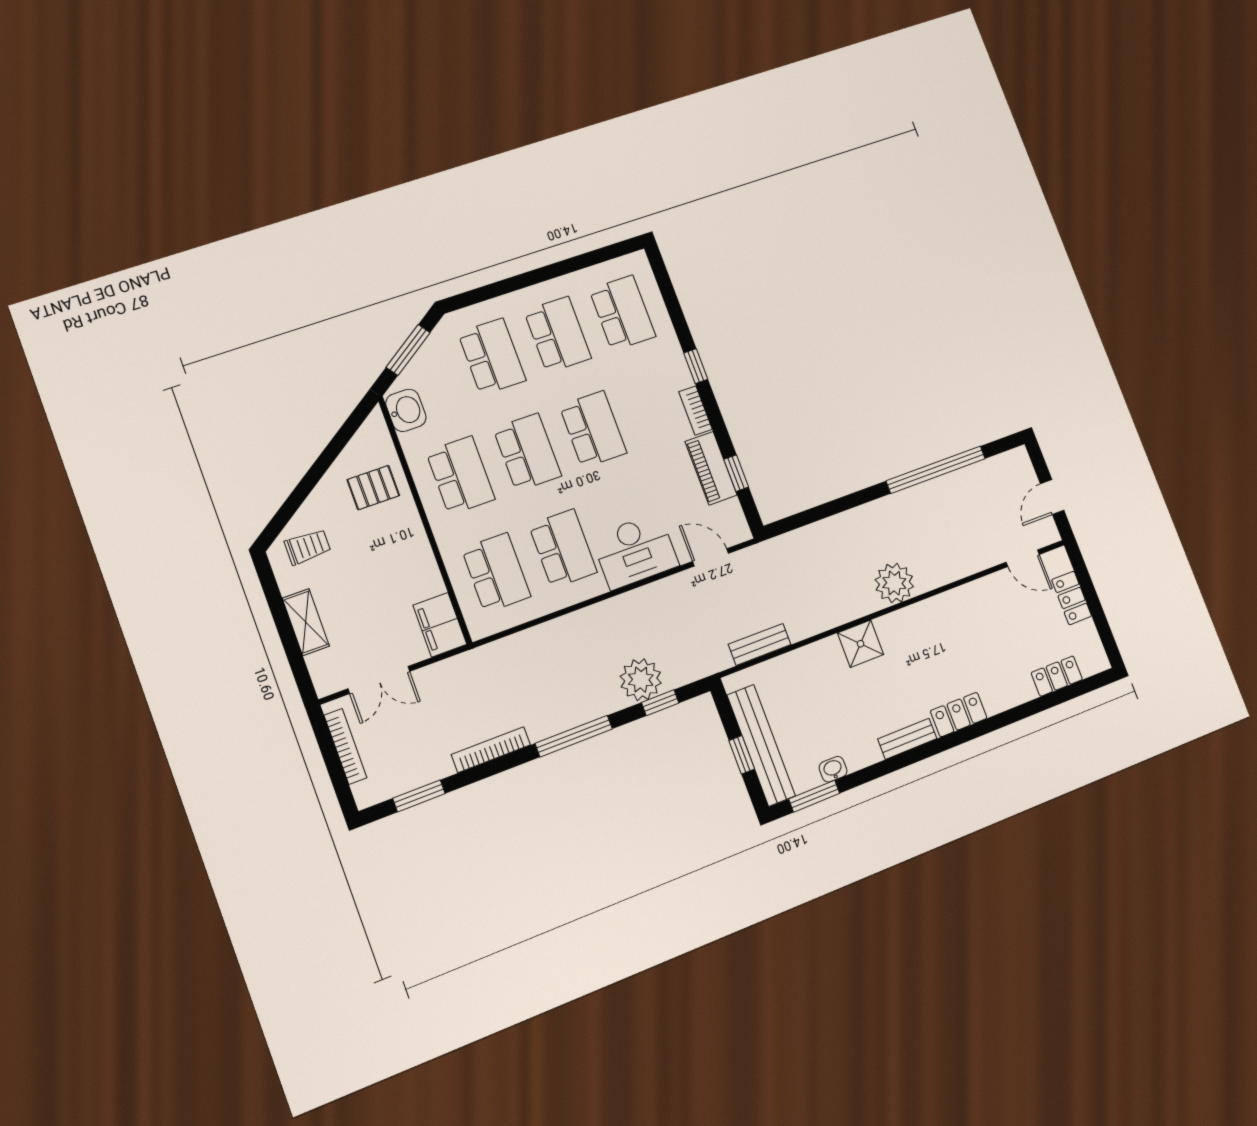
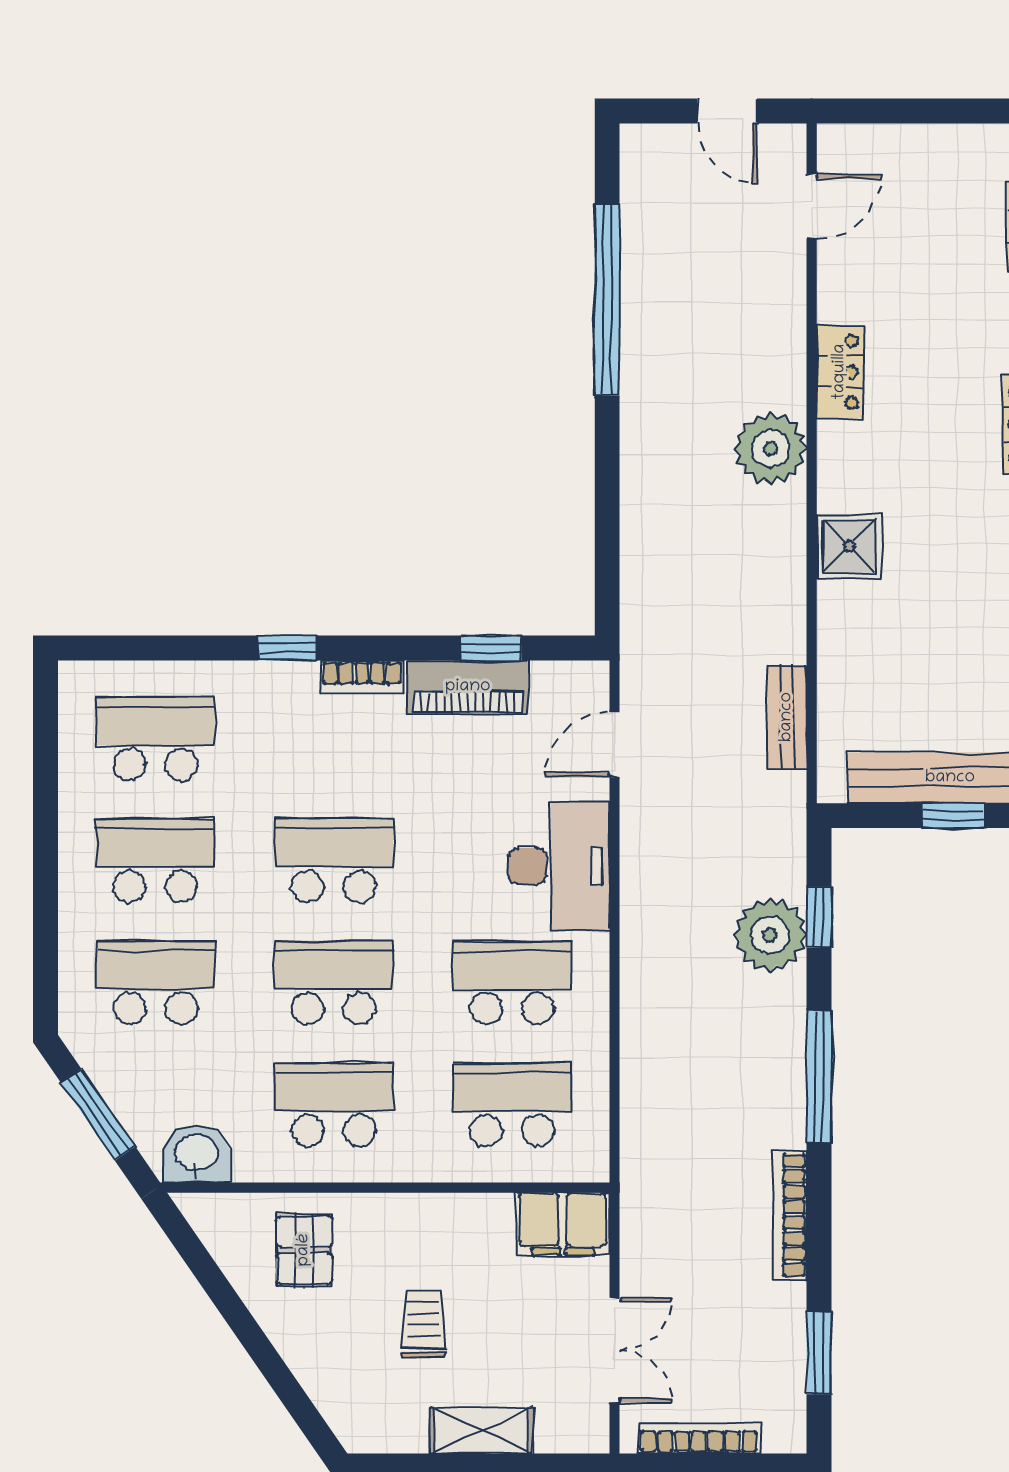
trolley: (308, 547) -> (423, 1324), moved
locker: (1072, 598) -> (840, 372), moved, turned -90

